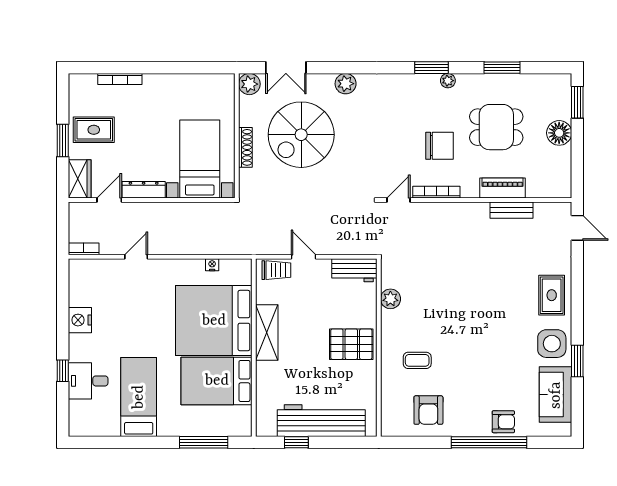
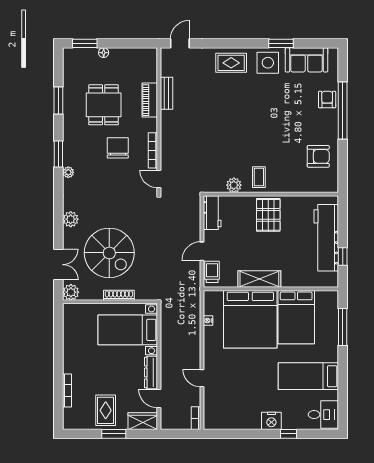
plant: (448, 81) -> (68, 172), moved
floor lamp: (559, 133) -> (104, 53), width x0.53, depth x0.53
nightstand: (80, 320) -> (271, 421), moved
coffee table: (417, 360) -> (259, 177), moved
desk: (88, 381) -> (323, 415), moved, turned -90

